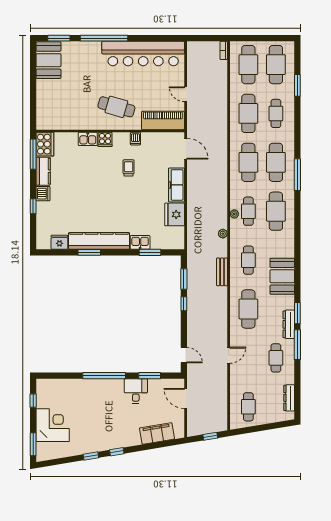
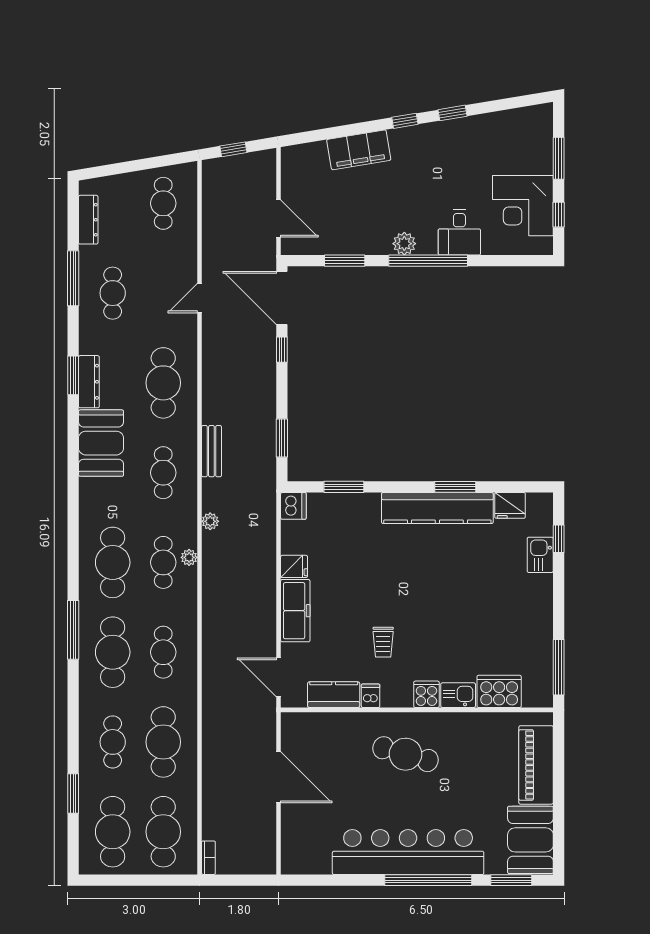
bar counter: (143, 54) -> (408, 852), moved
door: (186, 94) -> (279, 777), width x1.88
piano: (163, 120) -> (536, 765), moved, turned 90
cooker: (45, 144) -> (499, 691), moved, turned 90
cafe table: (248, 162) -> (163, 652), width x0.73, depth x0.74
kitchen counter: (43, 171) -> (334, 695), moved, turned 90
dishwasher: (43, 194) -> (293, 506), moved, turned 180
window: (33, 206) -> (559, 539), moved
fridge: (175, 214) -> (294, 566), width x0.53, depth x0.75
kitchen sink: (140, 242) -> (540, 555), moved, turned 90
window: (184, 304) -> (282, 350), moved
dresser: (289, 324) -> (89, 382), moved
window: (297, 345) -> (73, 278), moved
door: (184, 355) -> (282, 298), width x1.87
plant: (117, 385) -> (404, 244), added
desk: (136, 391) -> (459, 232), moved
corner desk: (53, 425) -> (523, 206), moved
filing cabinet: (157, 433) -> (359, 150), moved
window: (33, 444) -> (559, 158), moved

